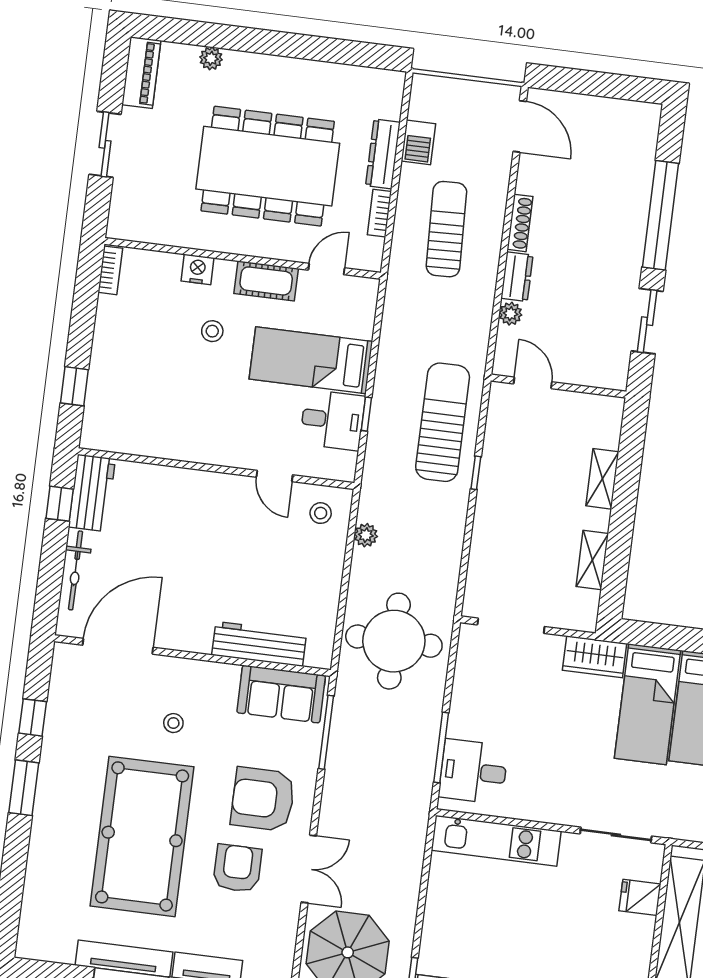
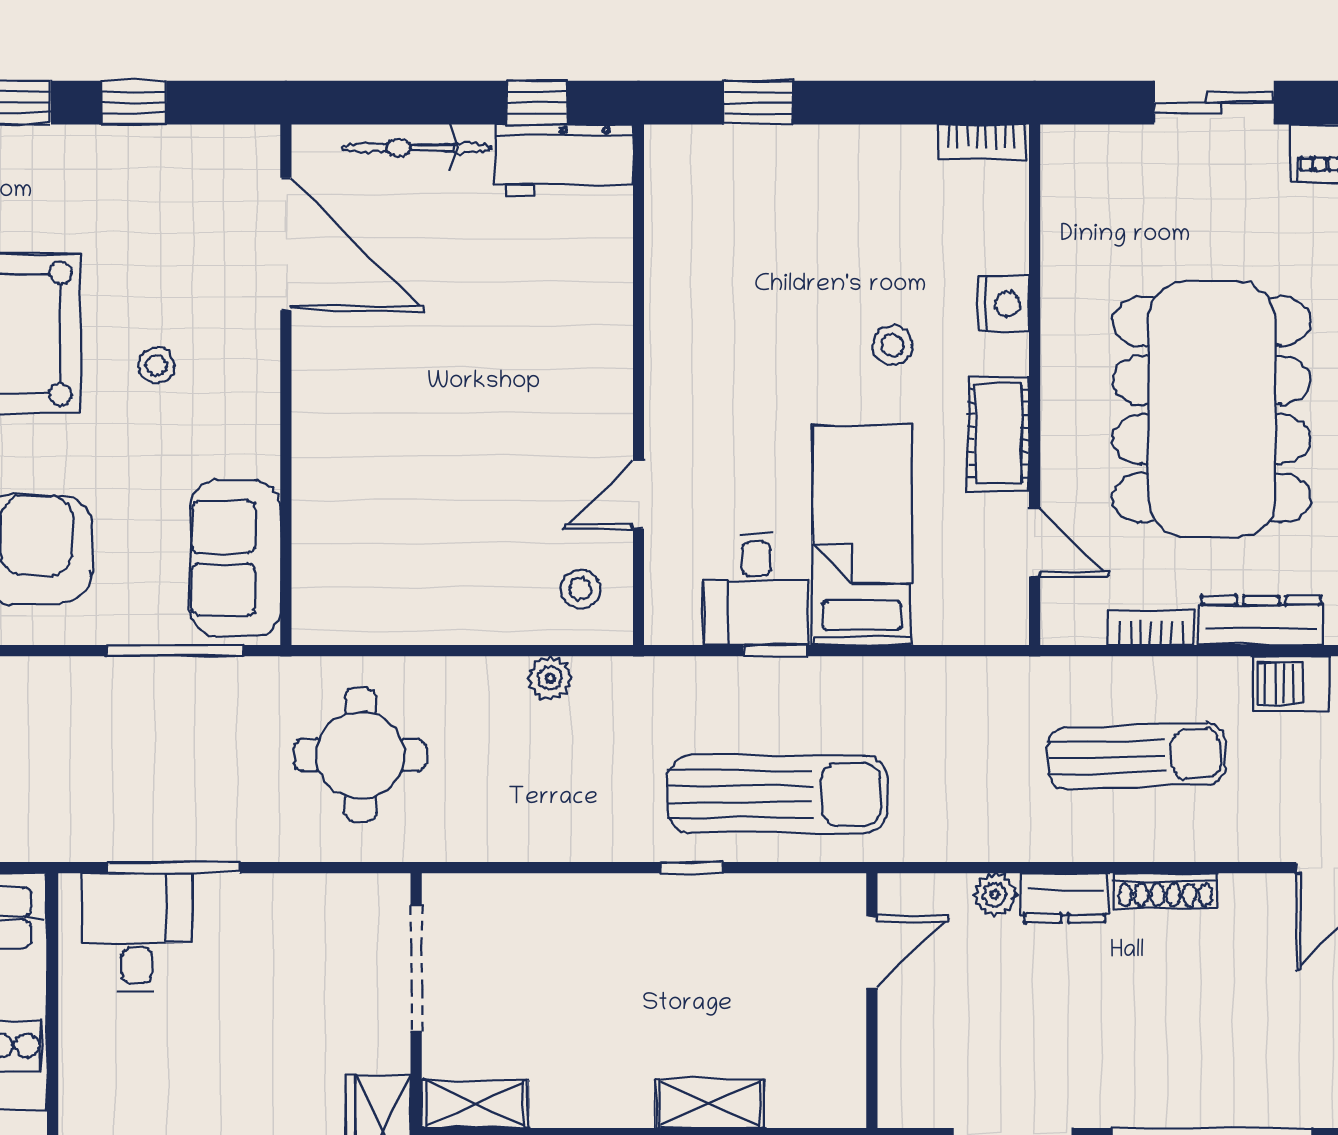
shelving: (592, 560) -> (475, 1104), moved
round table: (394, 641) -> (360, 755), width x0.73, depth x0.73
workbench: (259, 644) -> (323, 506), removed

